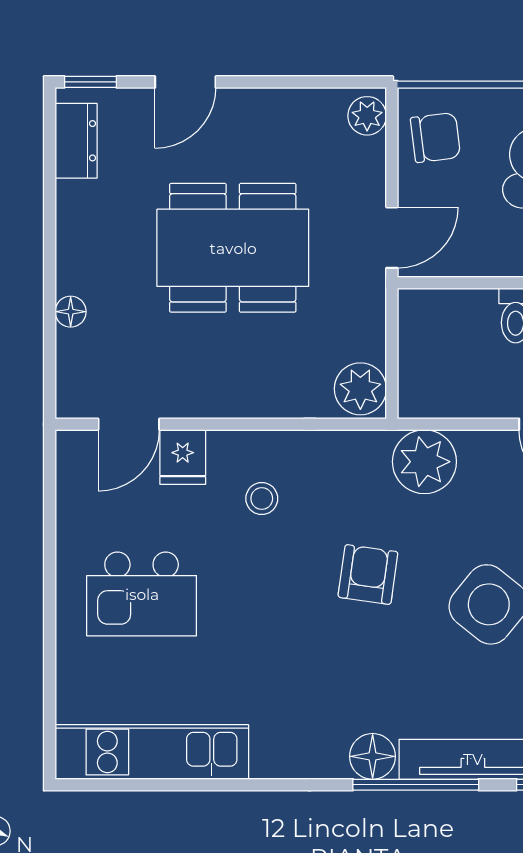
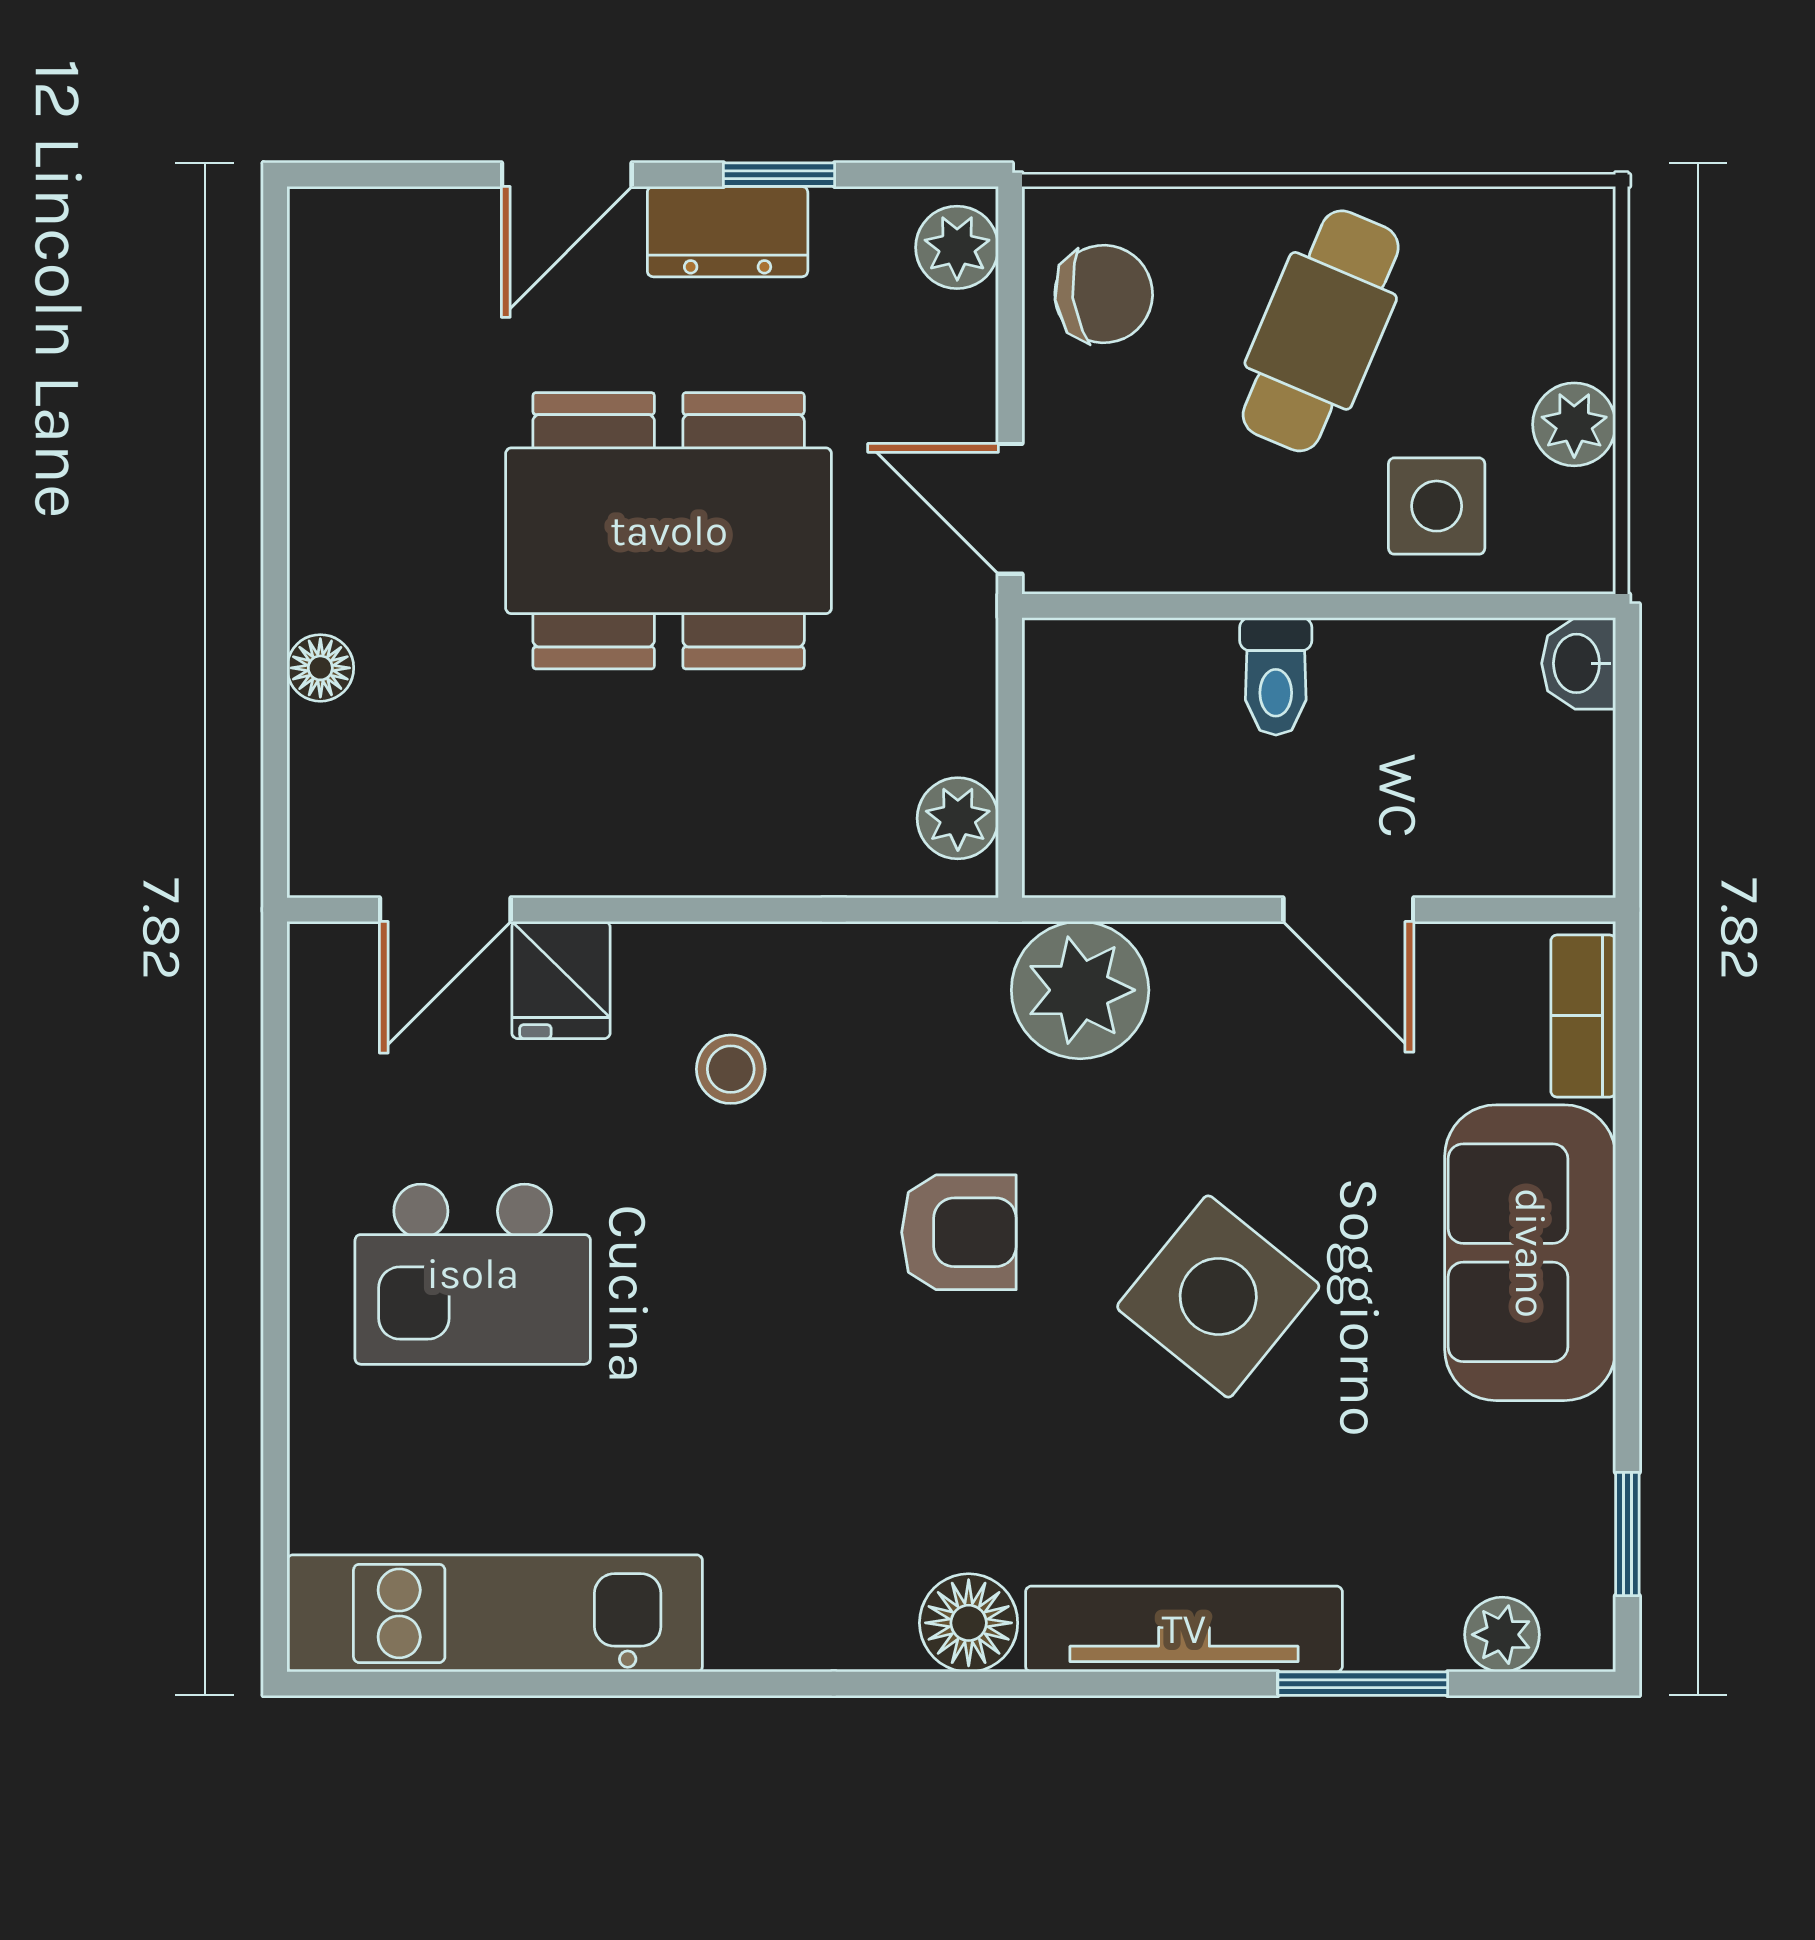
window: (91, 82) -> (779, 175), moved
dresser: (76, 141) -> (728, 232), moved, turned 90
door: (392, 238) -> (1010, 509), swing flipped
plant: (360, 389) -> (958, 818), width x0.73, depth x0.73
armchair: (368, 575) -> (959, 1232), turned 82
window: (416, 785) -> (1061, 1684), removed

